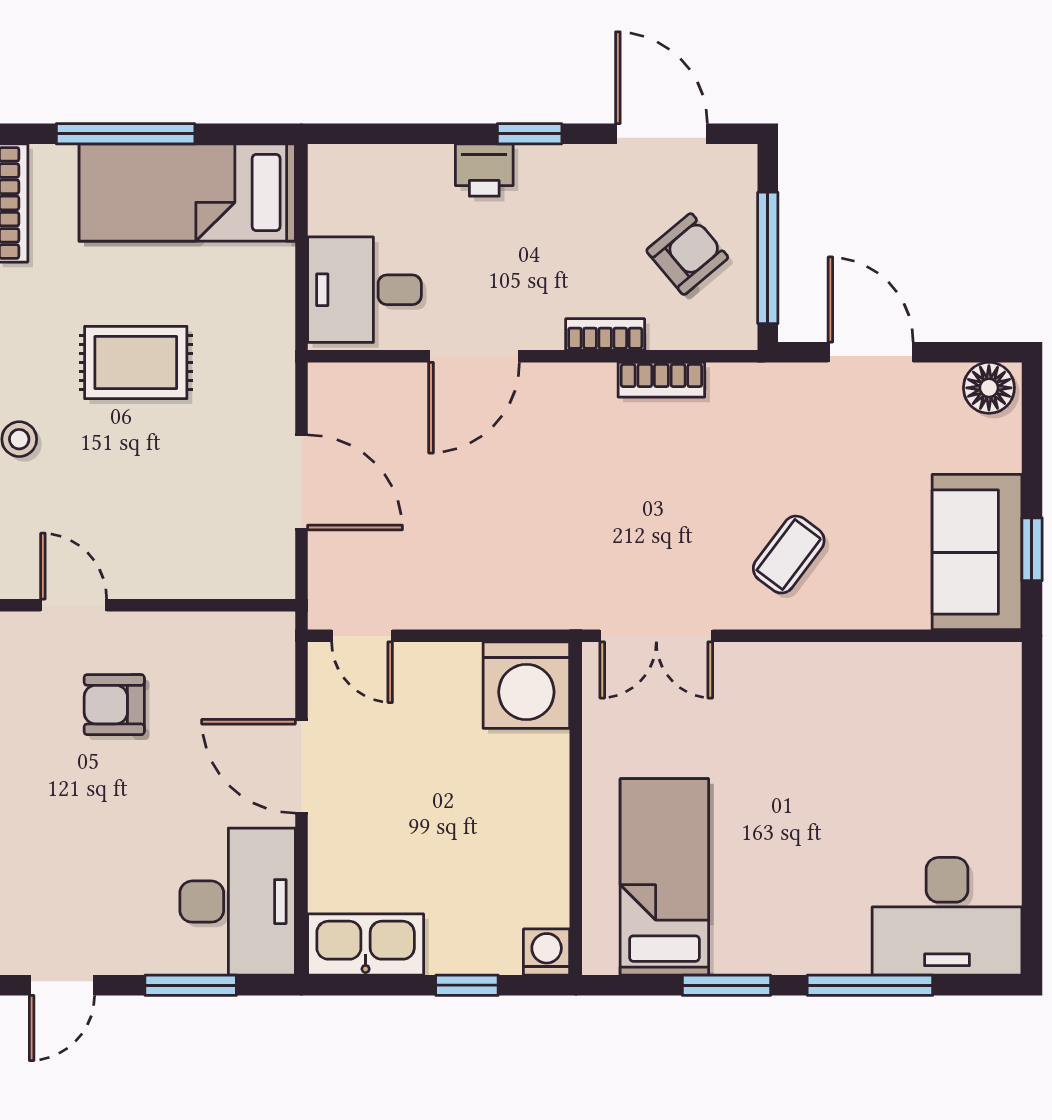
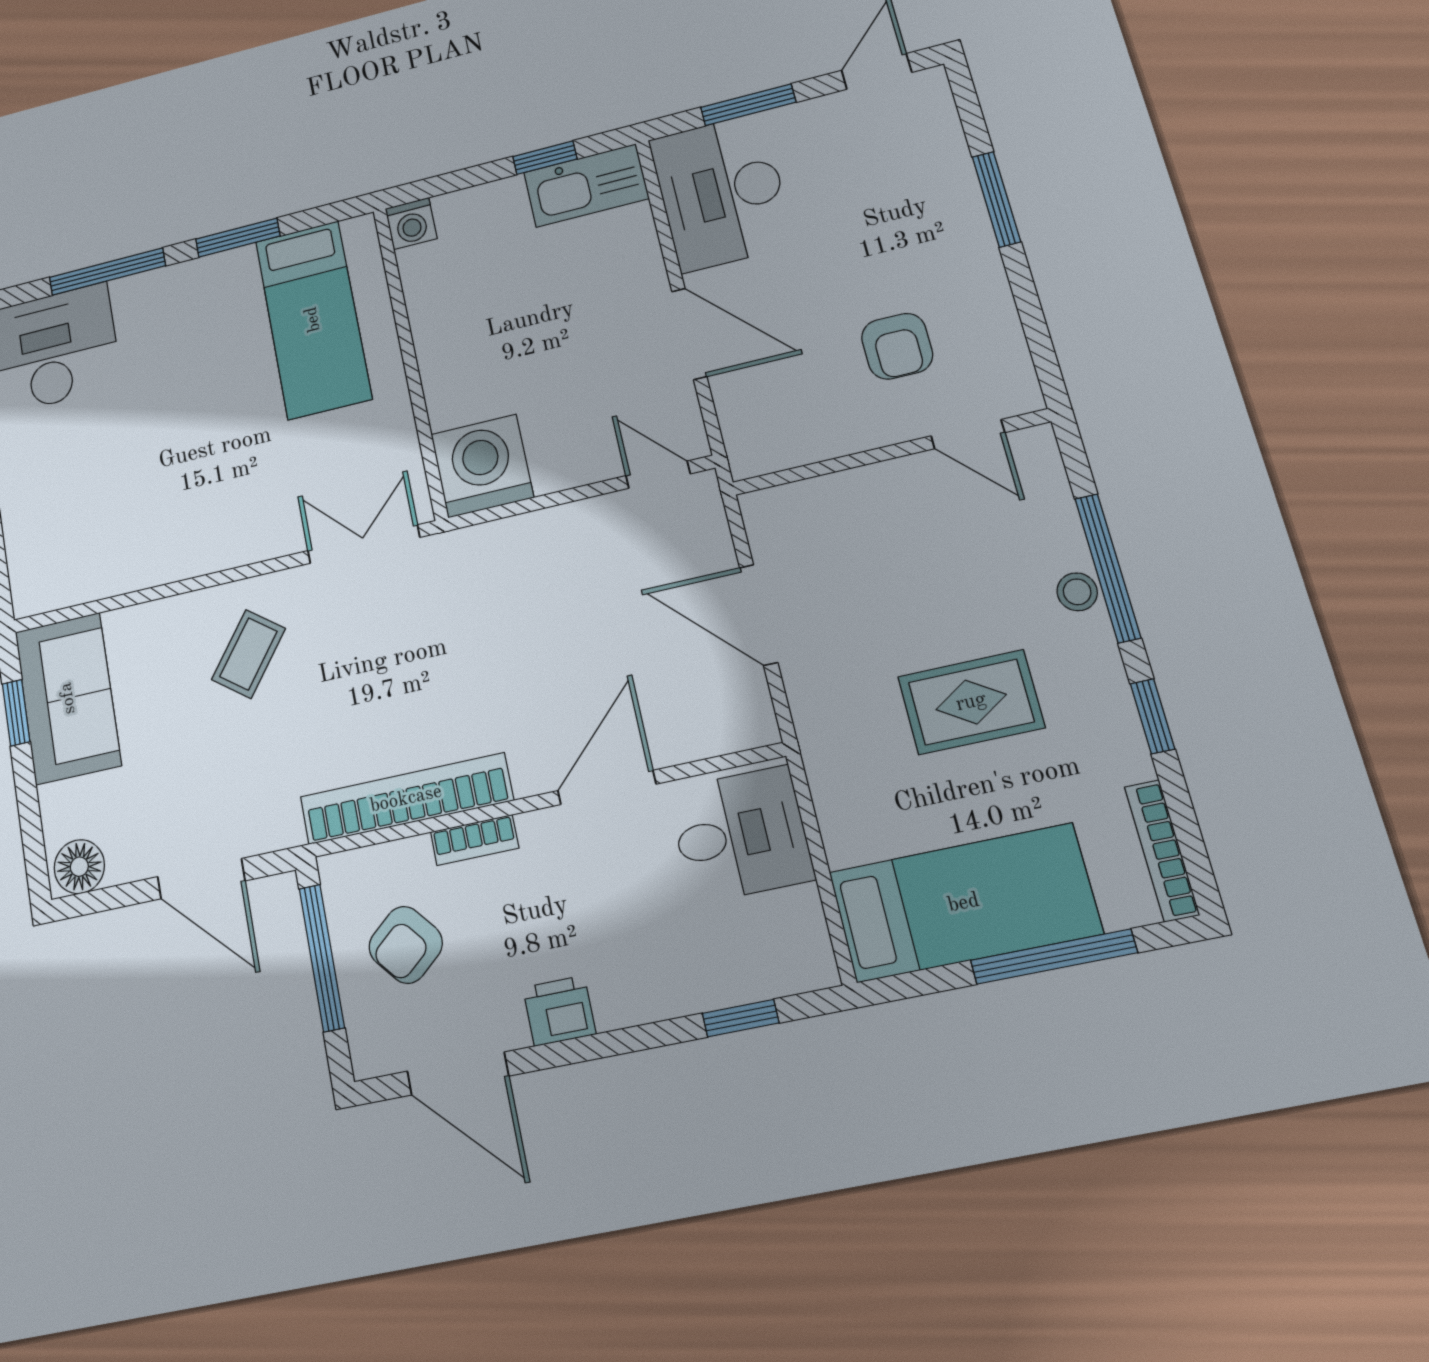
window: (530, 134) -> (741, 1018), moved
printer: (484, 170) -> (559, 1011), moved
bookcase: (661, 380) -> (406, 799), width x2.31, depth x1.31
armchair: (114, 705) -> (897, 346), turned 90
window: (467, 985) -> (545, 158), moved

